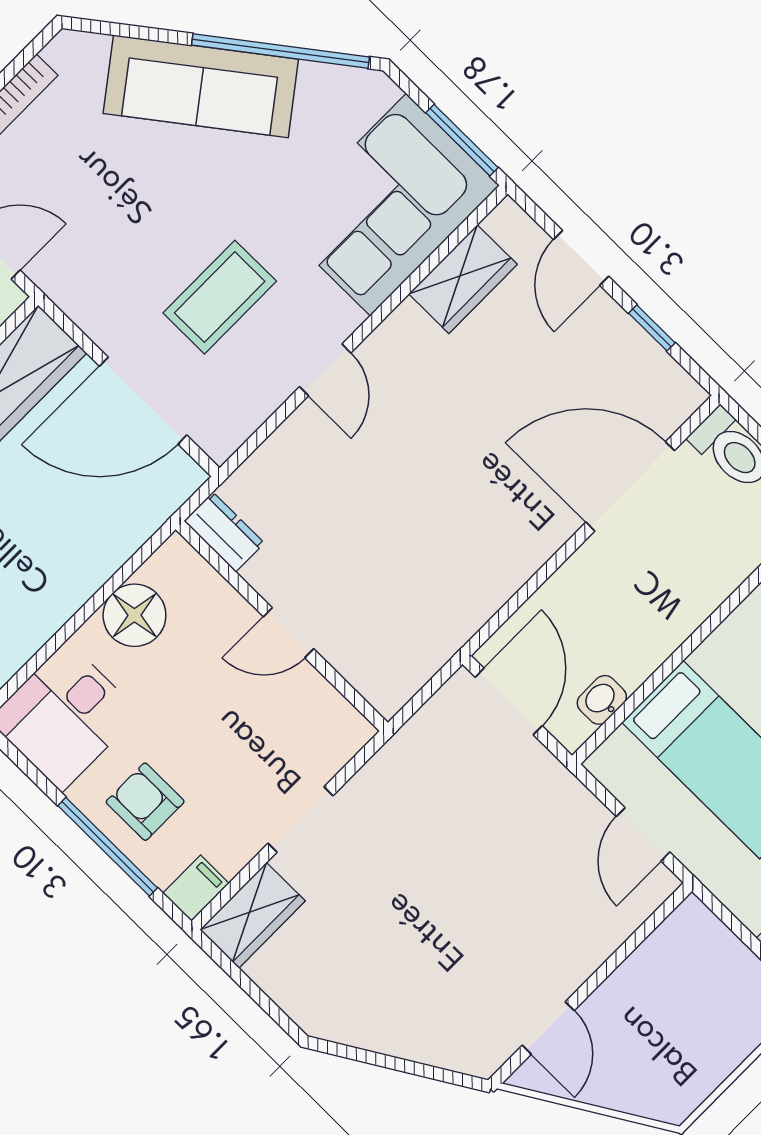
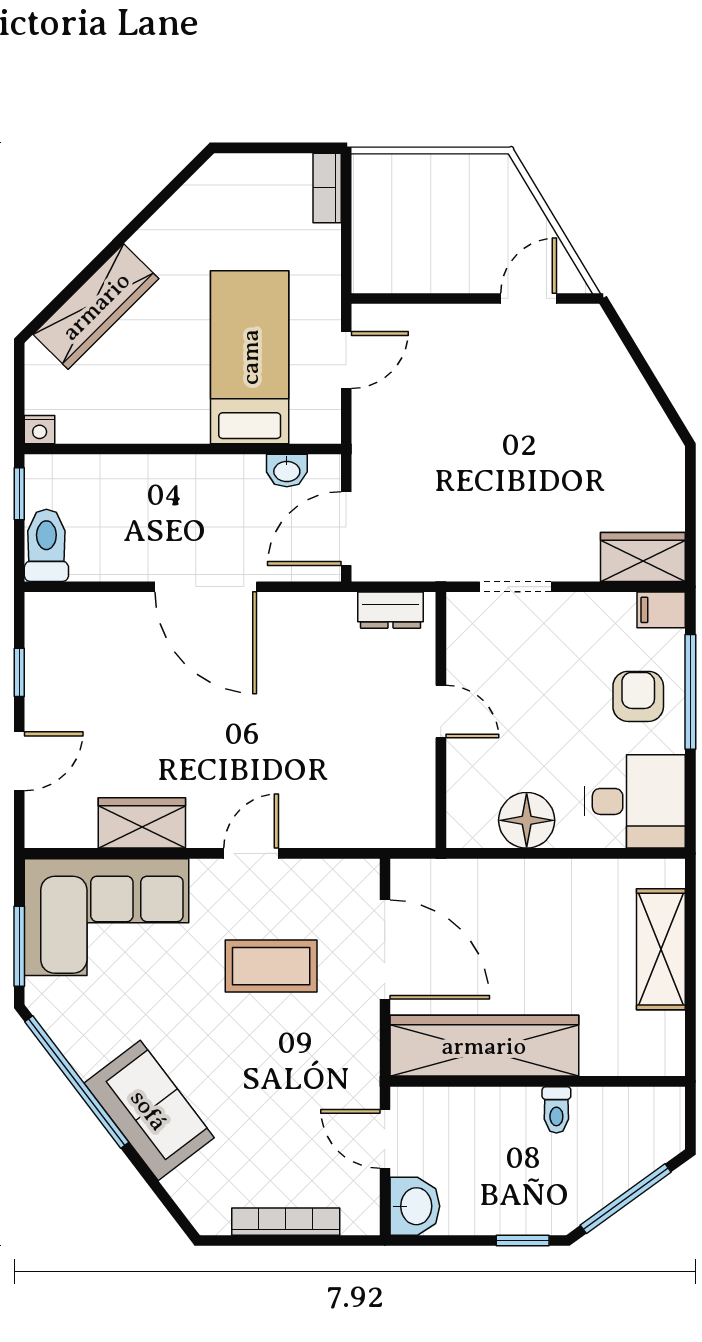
sofa: (201, 86) -> (149, 1110), width x0.73
window: (462, 140) -> (19, 946), moved
wardrobe: (463, 279) -> (142, 823), moved
door: (630, 486) -> (206, 587), moved
dresser: (224, 532) -> (391, 610), moved, turned -90
armchair: (145, 802) -> (638, 696), turned 180
doorway: (300, 820) -> (515, 587), moved

